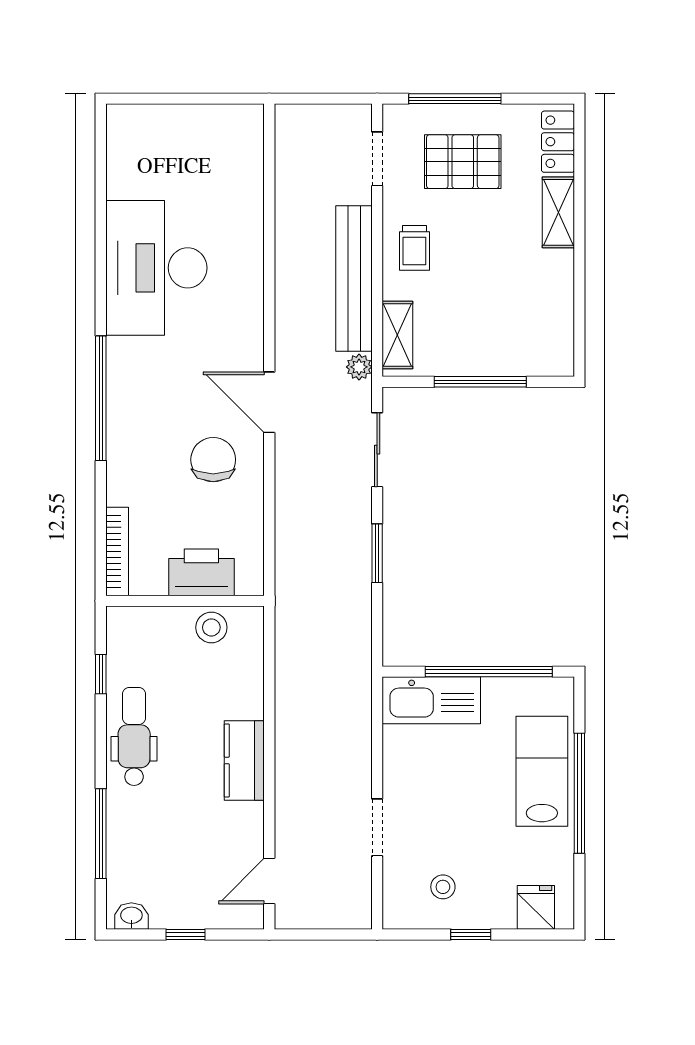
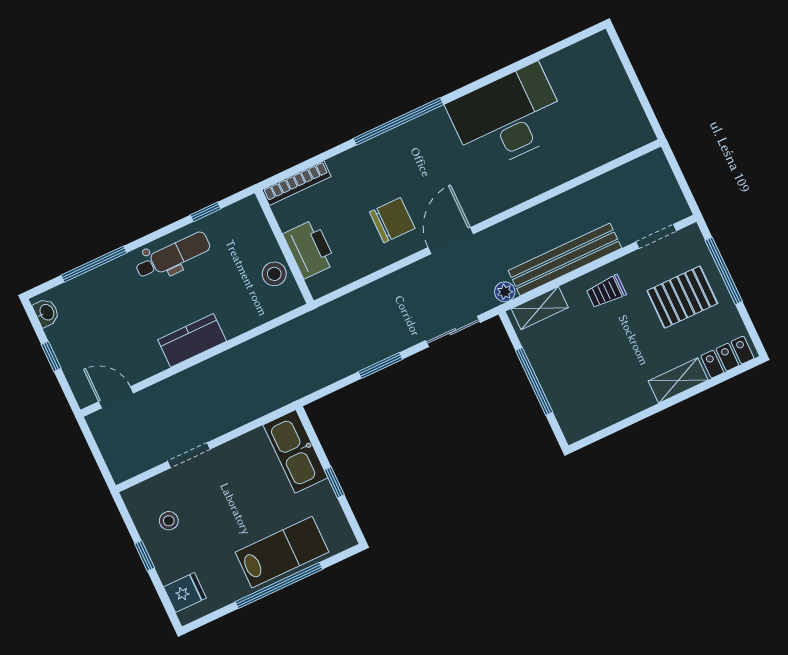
pallet: (463, 162) -> (682, 297), turned 90
window: (489, 672) -> (334, 482), width x0.32

